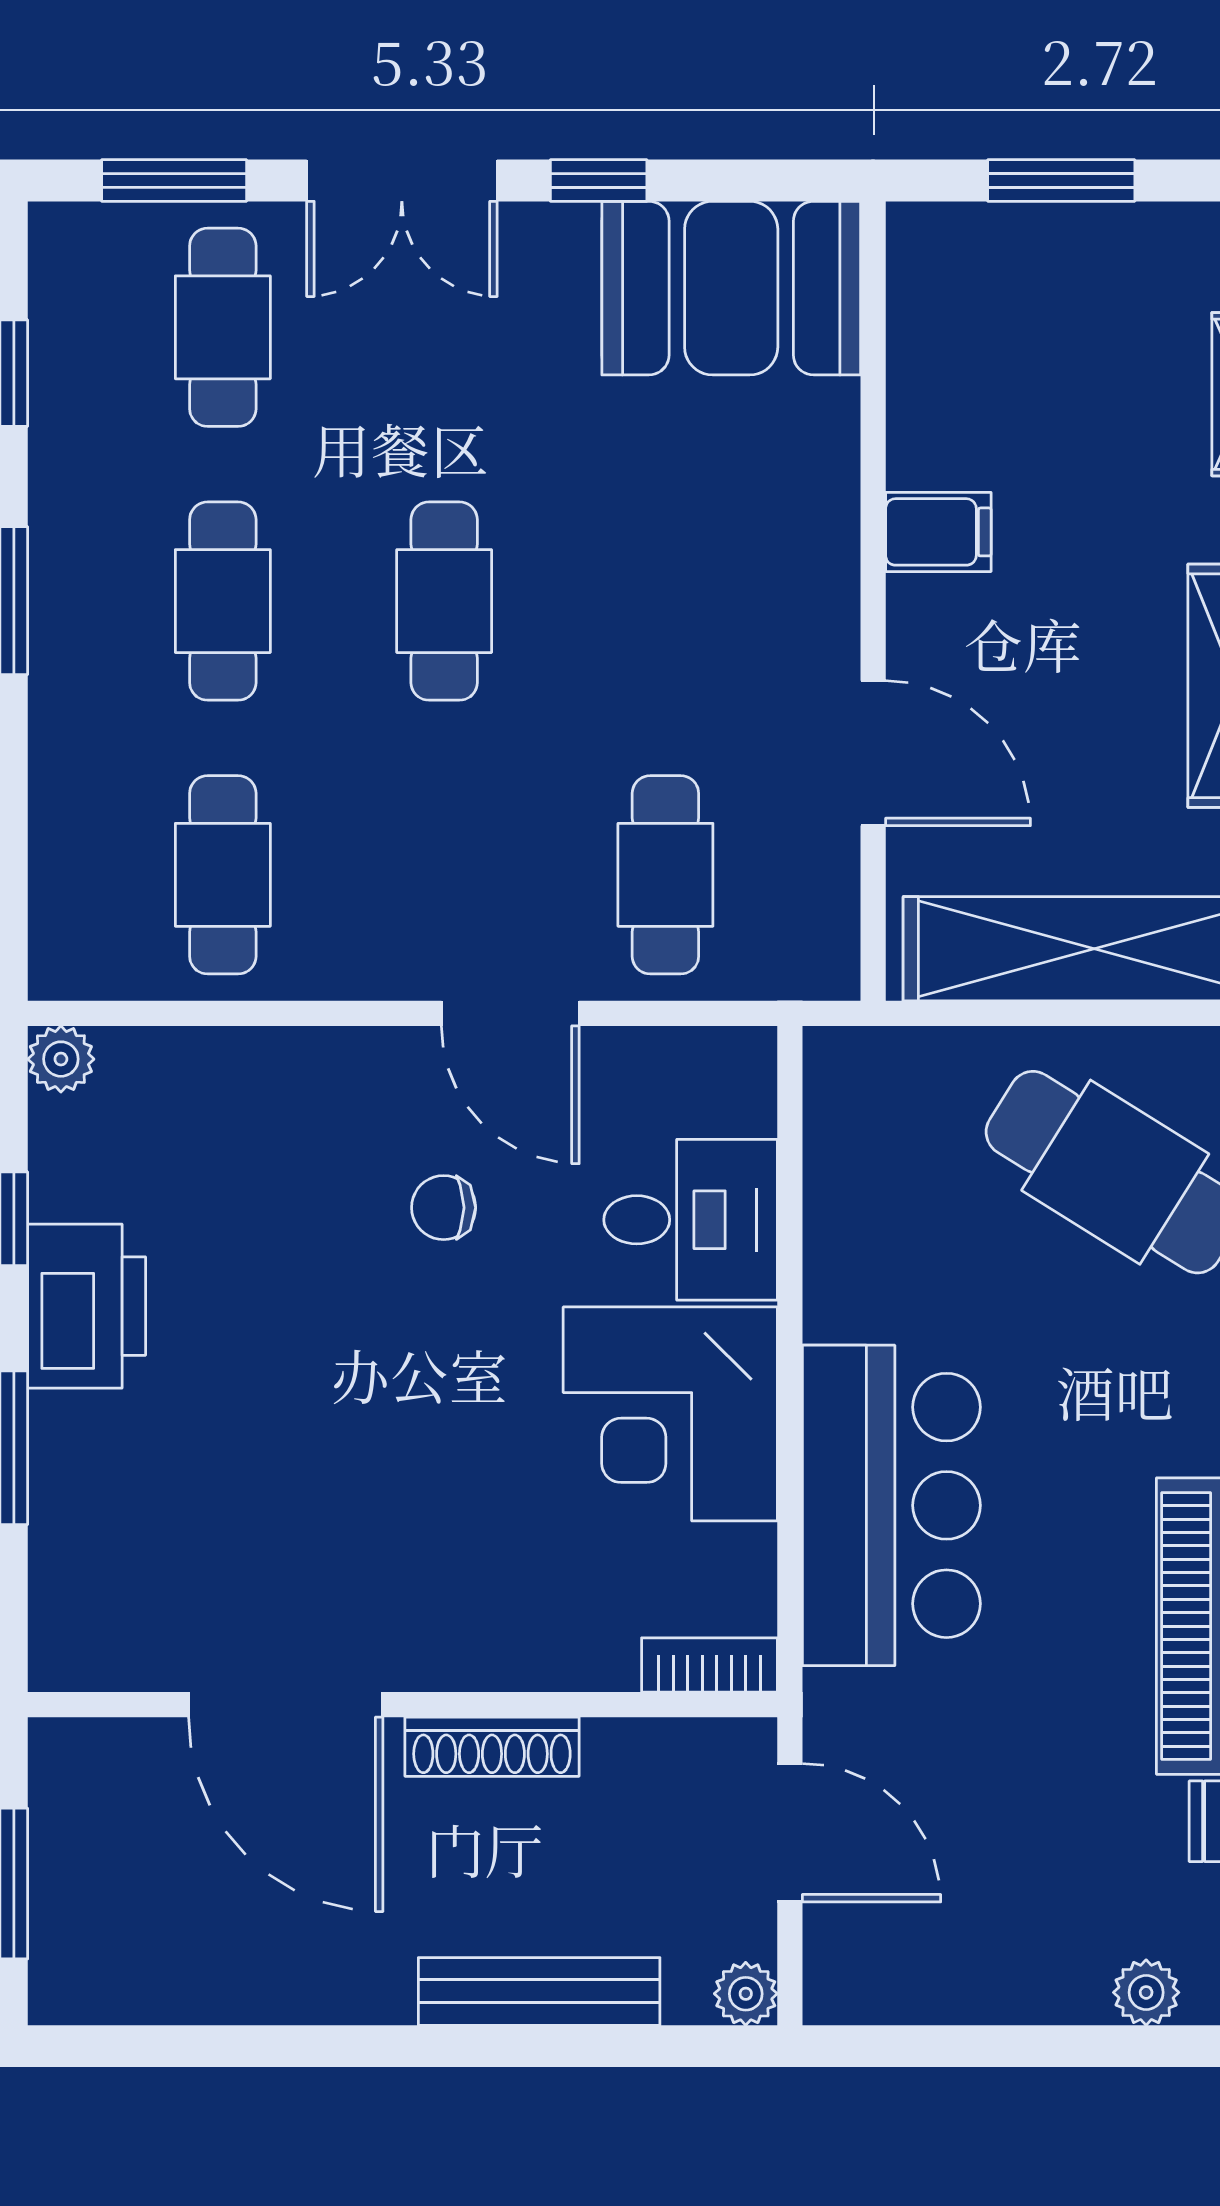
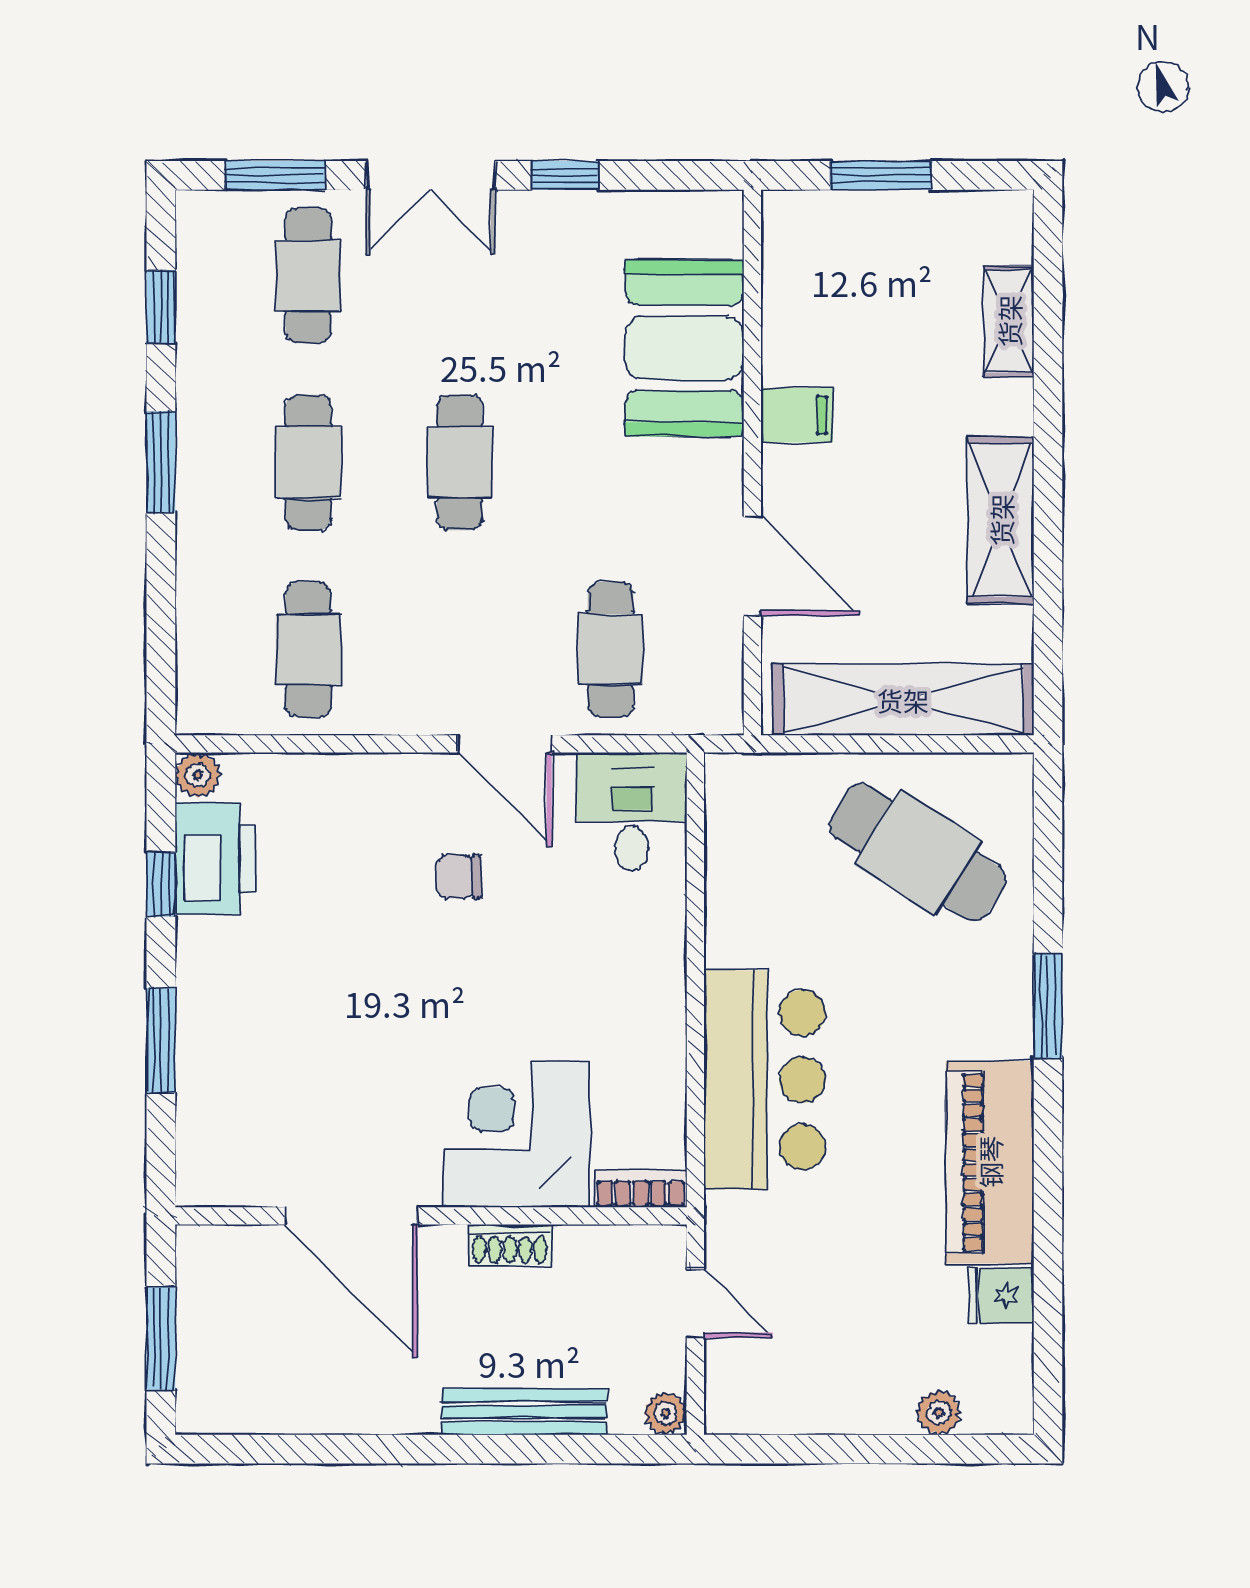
booth: (731, 288) -> (684, 348), moved, turned 90
desk: (691, 1220) -> (632, 812), moved, turned -90
printer: (87, 1306) -> (215, 858), moved
corner desk: (670, 1414) -> (517, 1134), moved, turned 90
shoe rack: (492, 1747) -> (510, 1245), width x0.70
door: (790, 1833) -> (695, 1303), width x0.73

